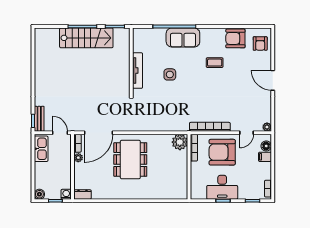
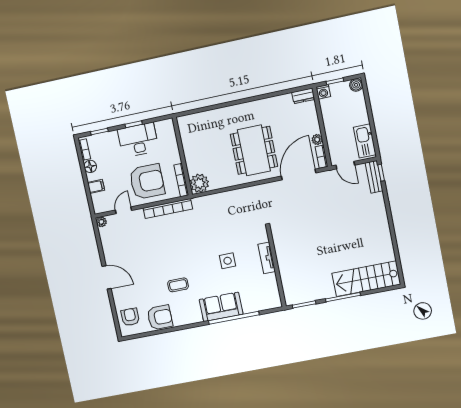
stairs: (86, 38) -> (366, 279), moved
tv unit: (138, 71) -> (267, 258), width x0.71
floor lamp: (266, 146) -> (90, 166), moved

